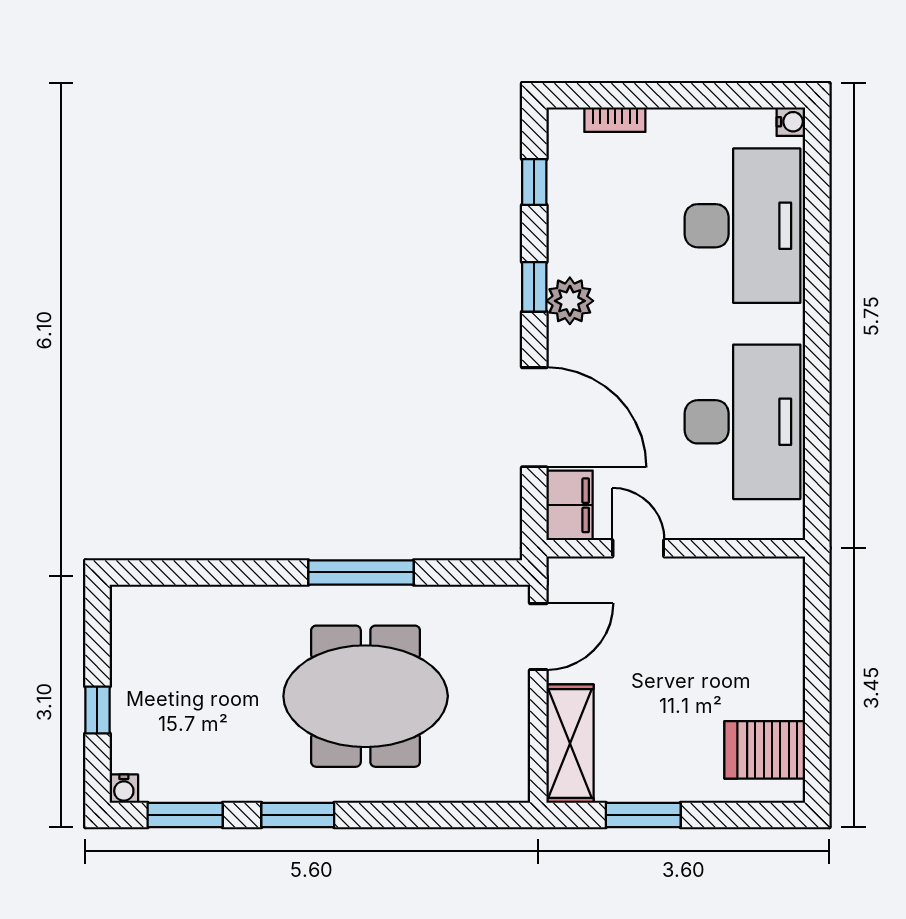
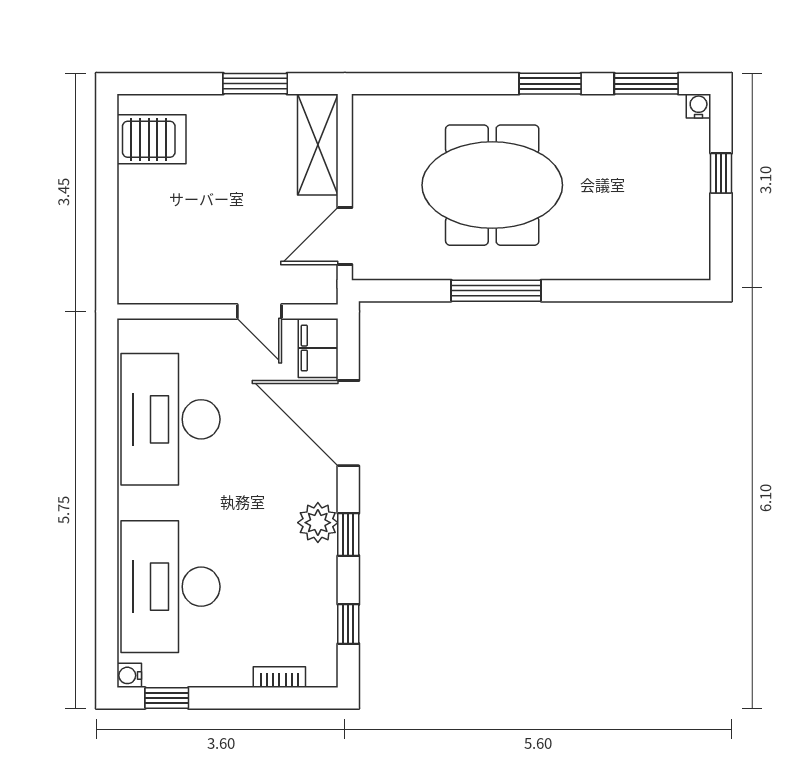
window: (747, 95) -> (167, 698), added

